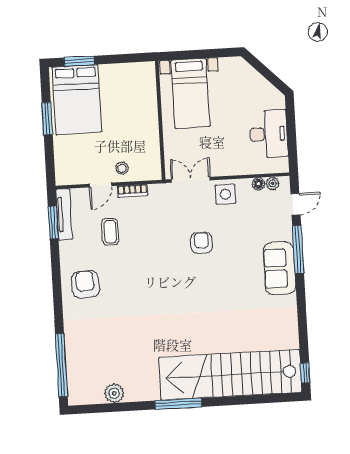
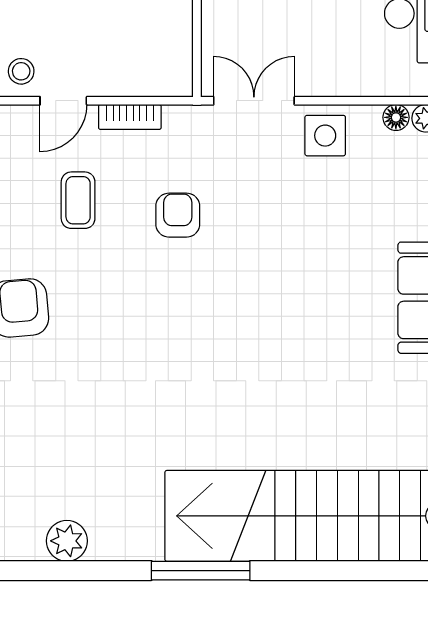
stool: (122, 168) -> (21, 71), moved
armchair: (201, 243) -> (178, 215), moved

